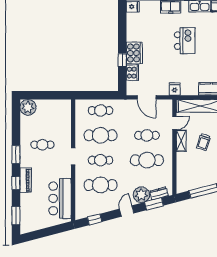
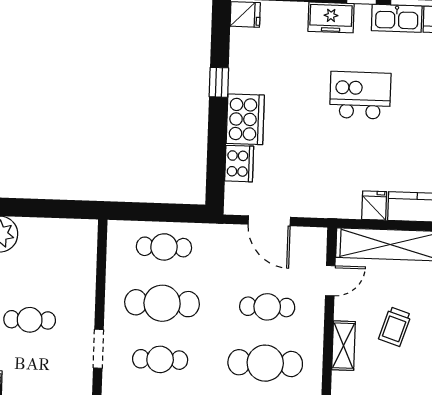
kitchen island: (185, 41) -> (360, 95), turned -90
window: (122, 60) -> (219, 82), moved
fridge: (175, 89) -> (374, 206), moved
shelving: (181, 141) -> (344, 346), moved

